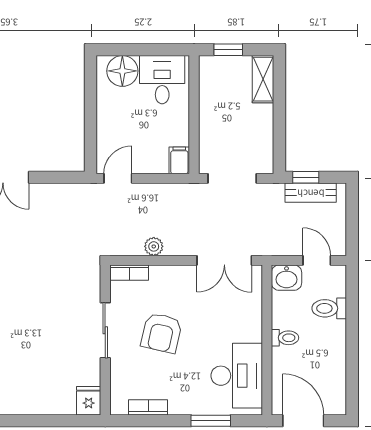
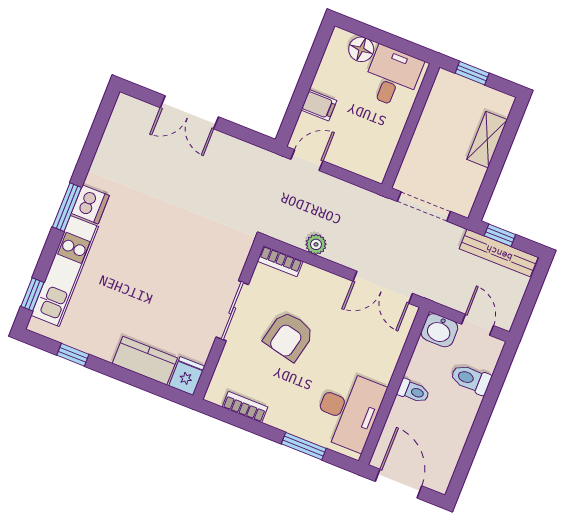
floor lamp: (122, 71) -> (361, 49), width x0.73, depth x0.73
shelving: (263, 79) -> (487, 140), moved
filing cabinet: (179, 160) -> (319, 105), moved, turned 90
bench: (311, 193) -> (499, 253), width x1.36
kitchen counter: (48, 402) -> (145, 361), added

